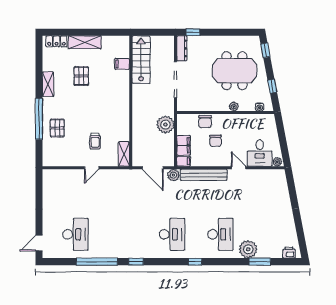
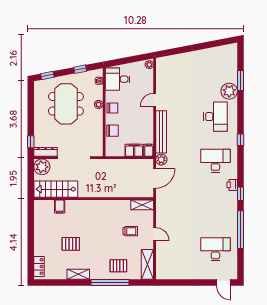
shelving: (85, 42) -> (147, 264), moved
plant: (165, 125) -> (42, 167), moved
chair: (215, 141) -> (112, 108), moved
desk: (260, 153) -> (118, 79), moved, turned 180
desk: (220, 234) -> (215, 117), turned 90
printer: (289, 253) -> (232, 185), moved

